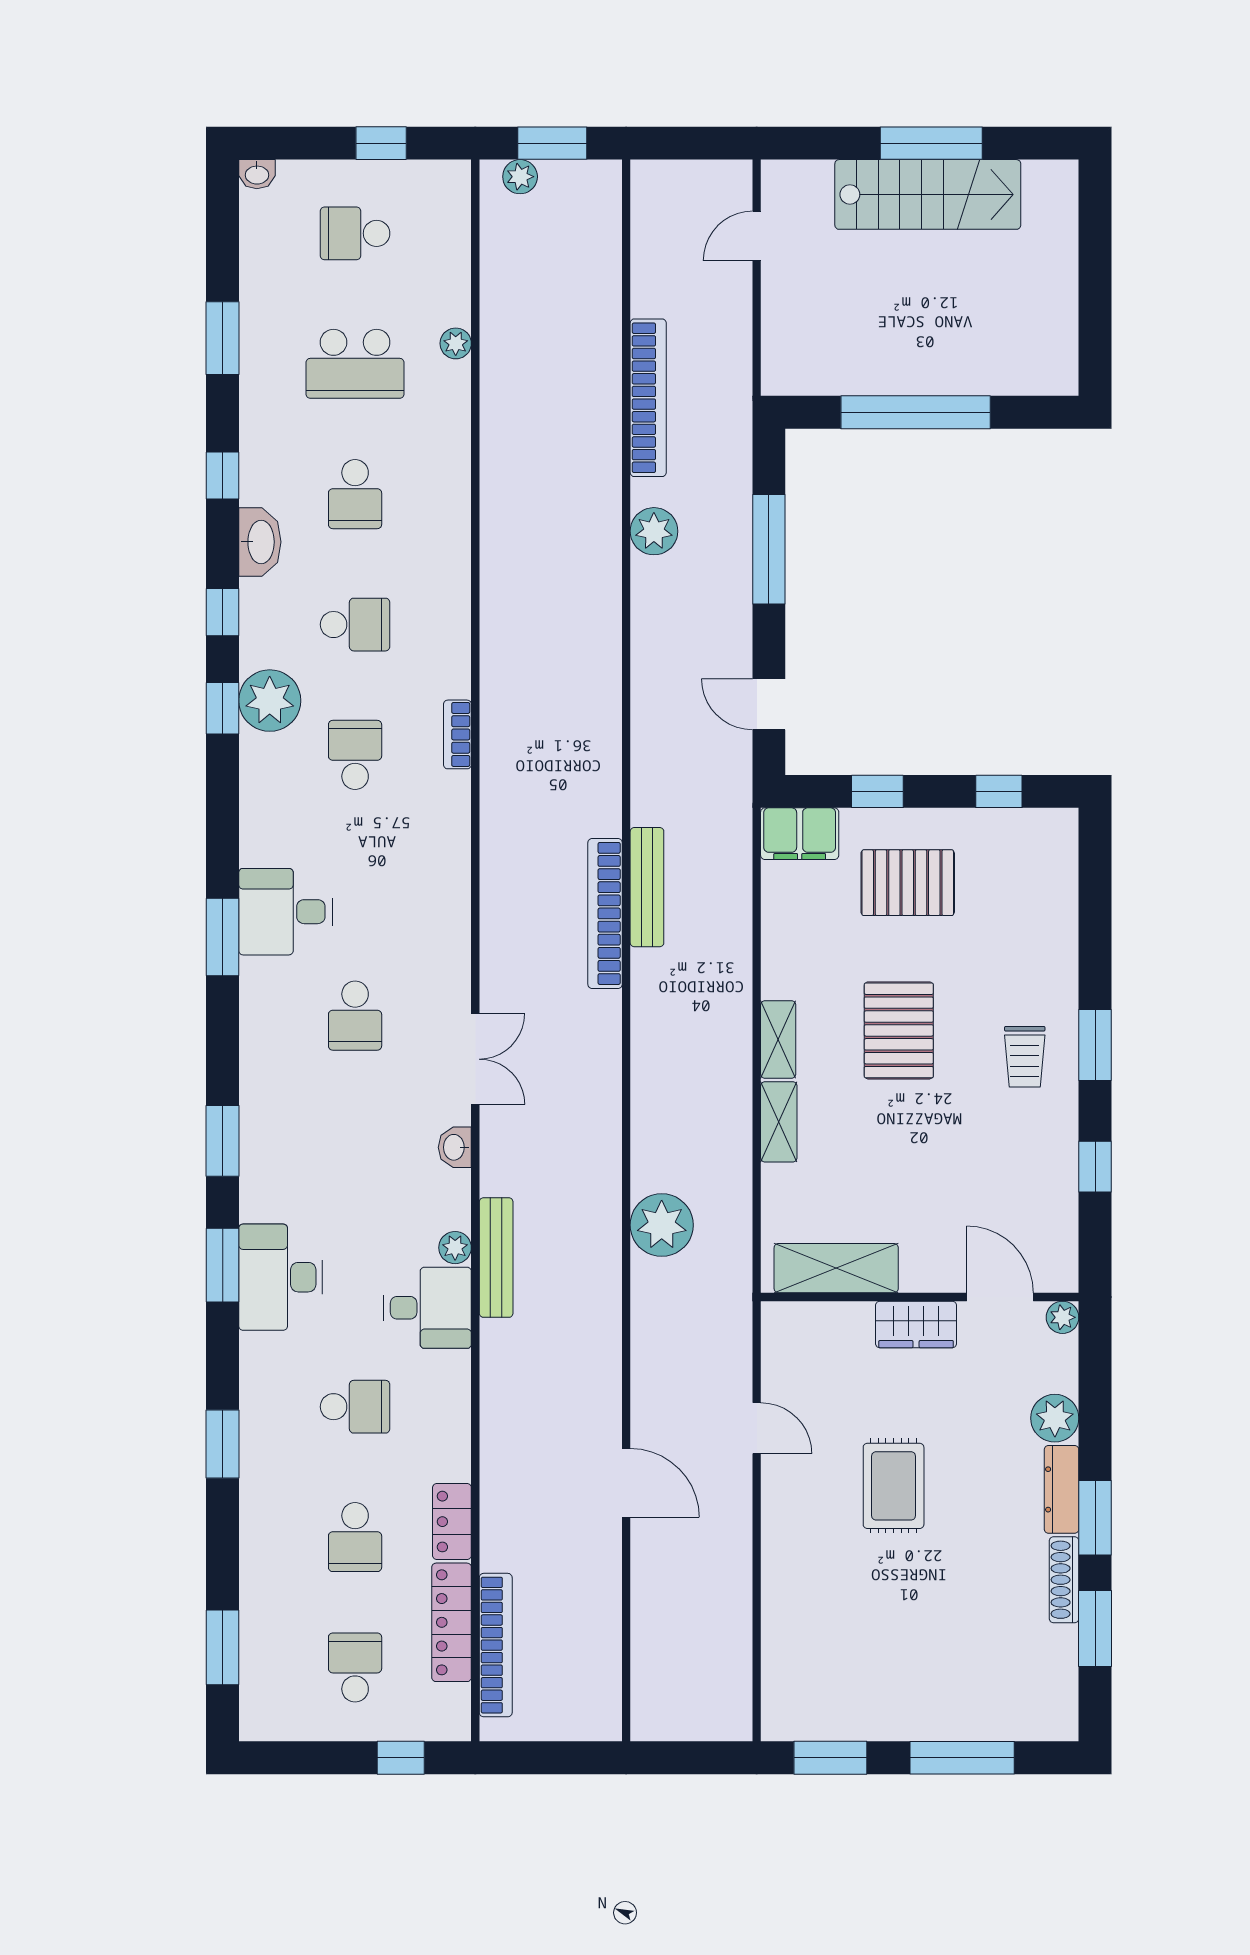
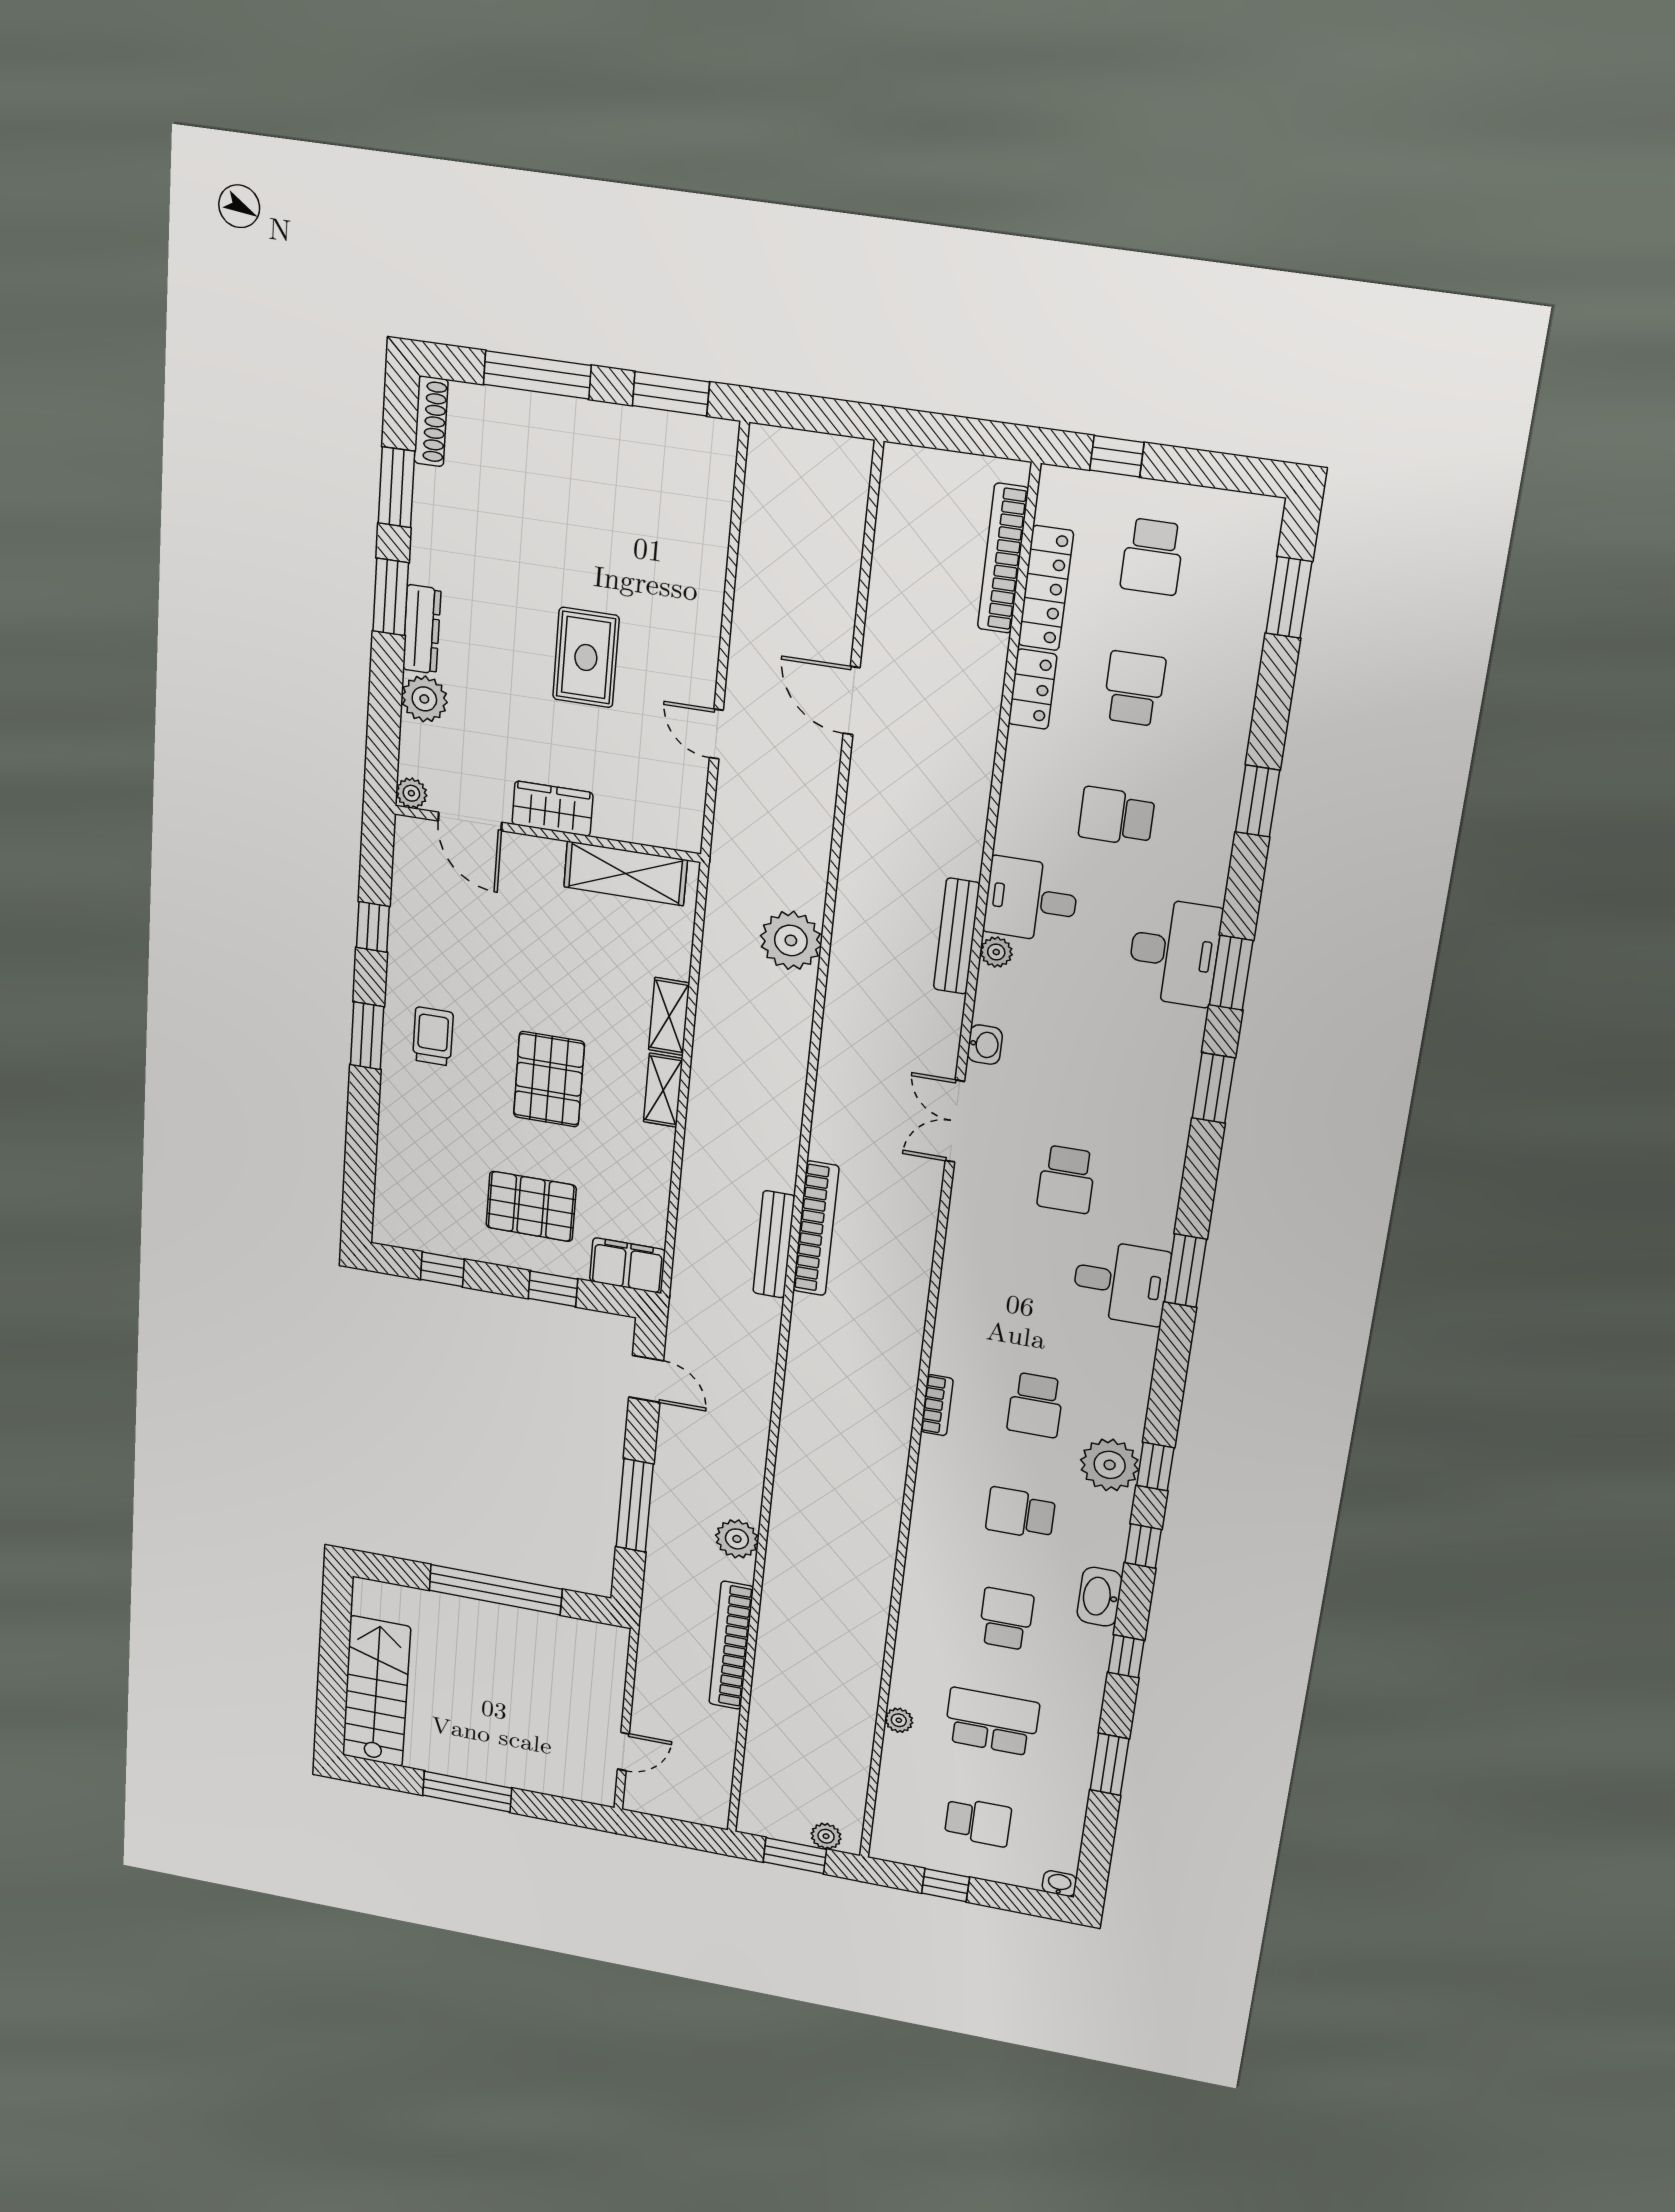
stairs: (928, 194) -> (376, 1691), moved, turned 90
school desk: (355, 1016) -> (1067, 1179), turned 180
shoe rack: (1064, 1580) -> (431, 421), moved

